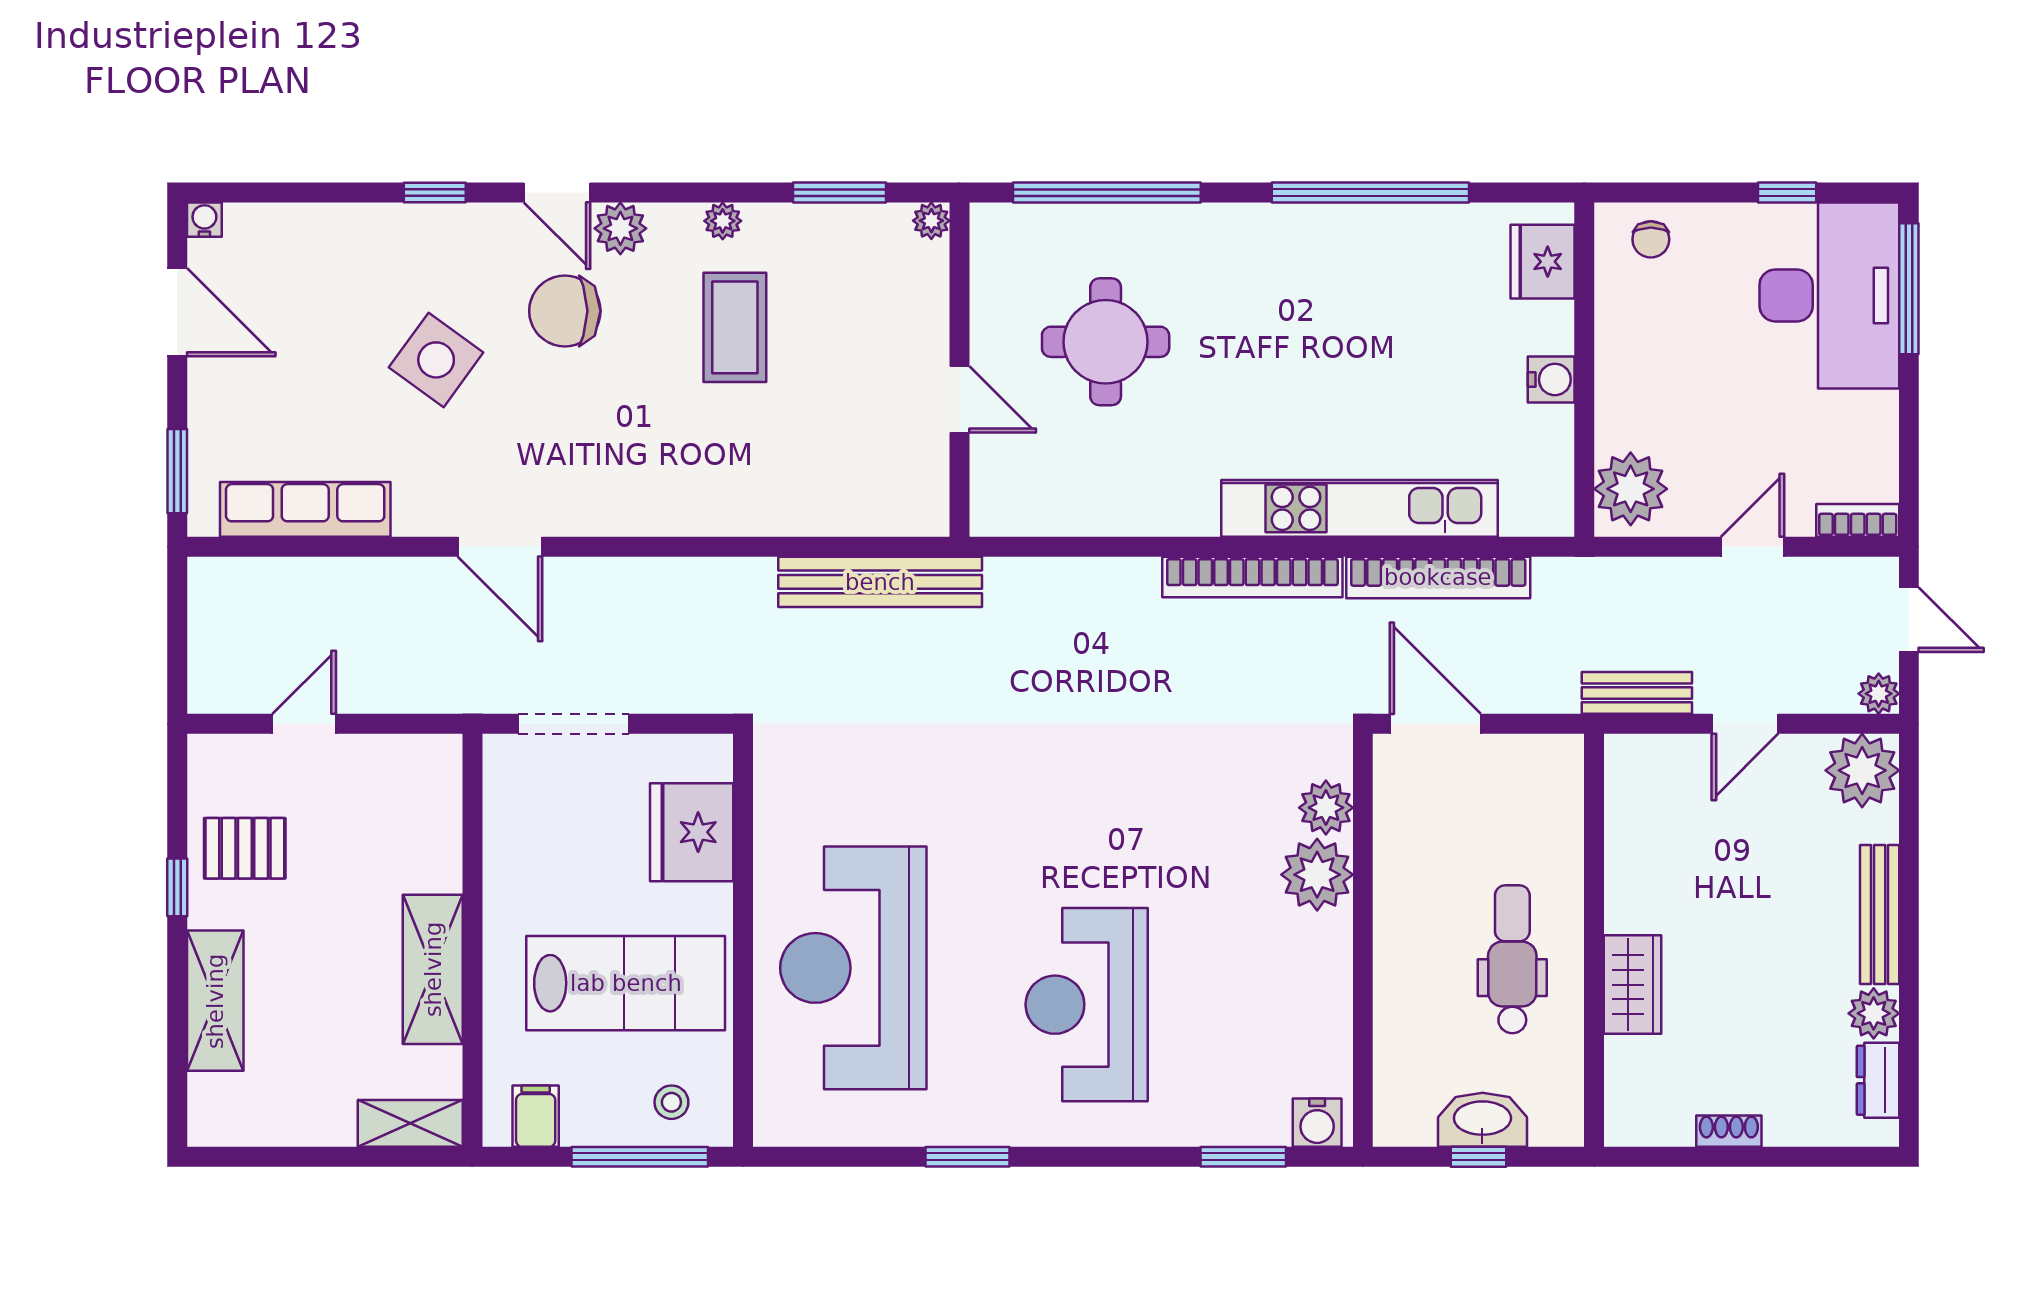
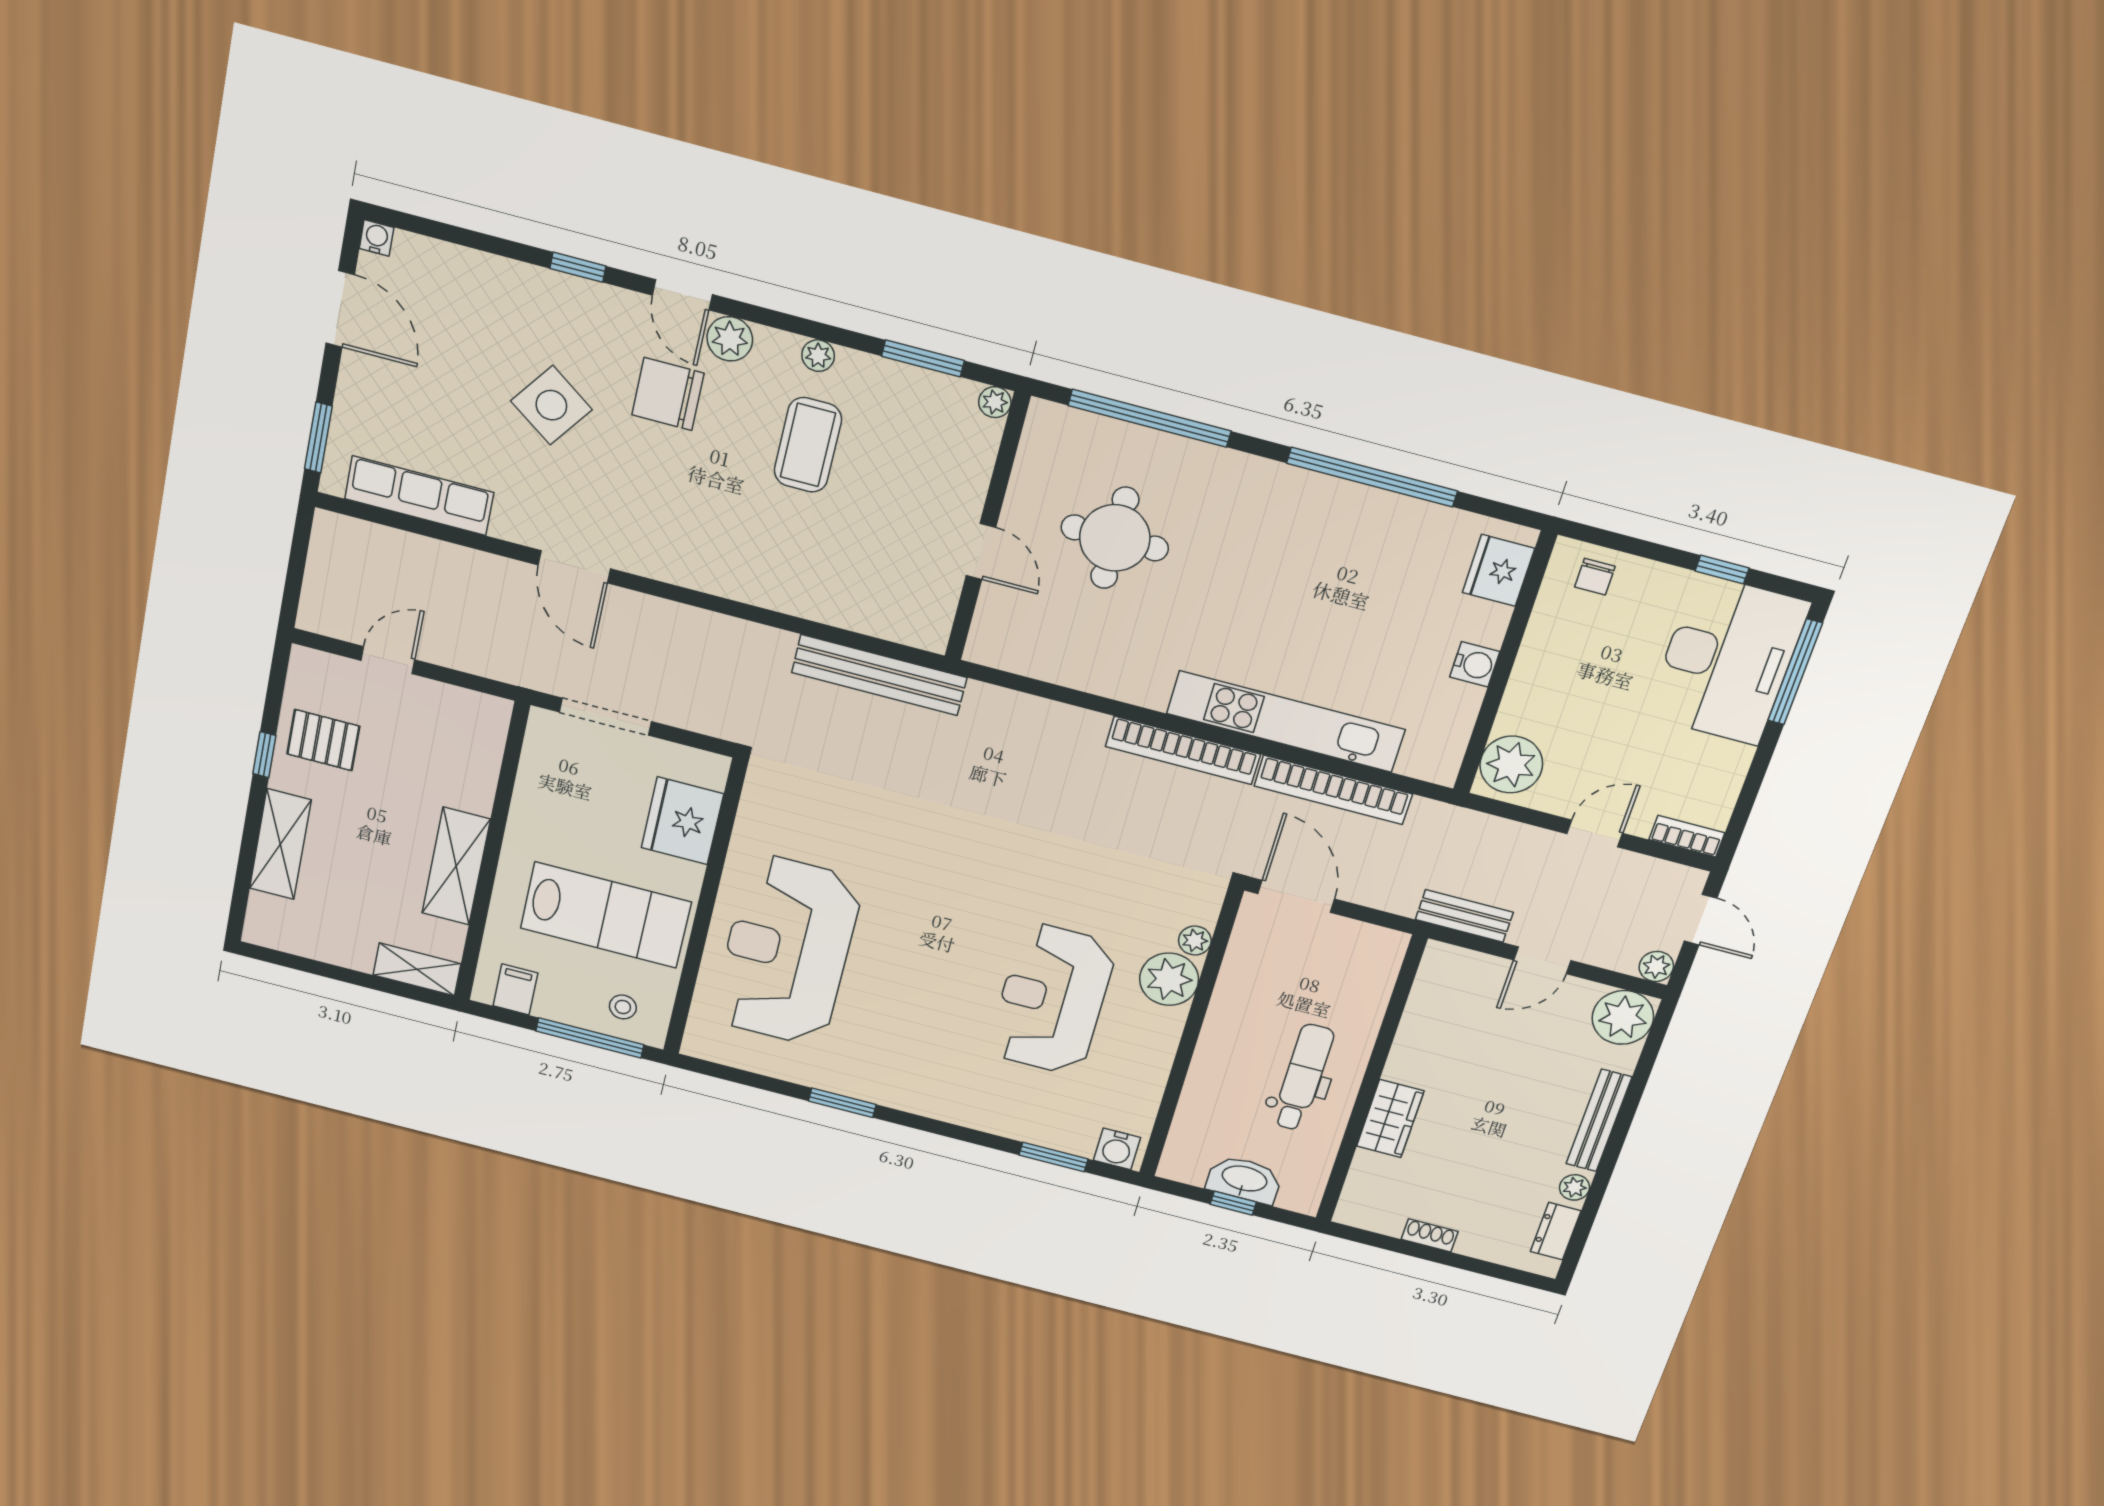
plant: (1326, 808) -> (1195, 941), width x0.73, depth x0.73
reception desk: (1087, 1005) -> (1052, 999), moved
plant: (1874, 1013) -> (1574, 1187), width x0.73, depth x0.73

